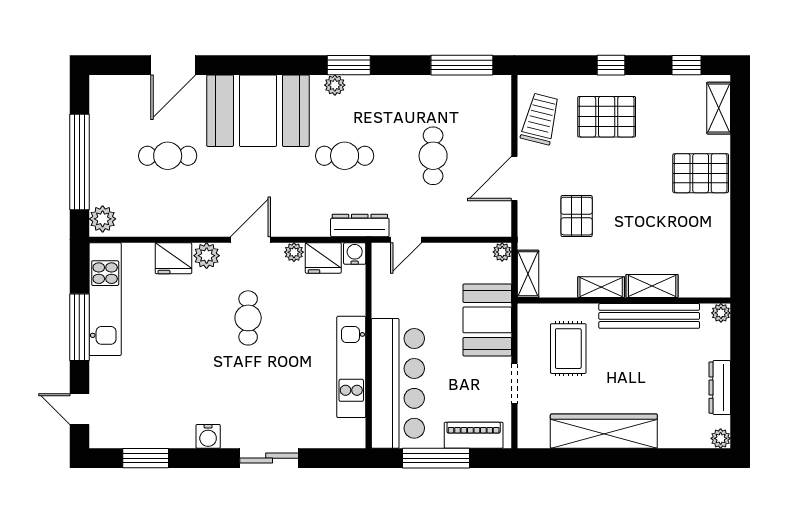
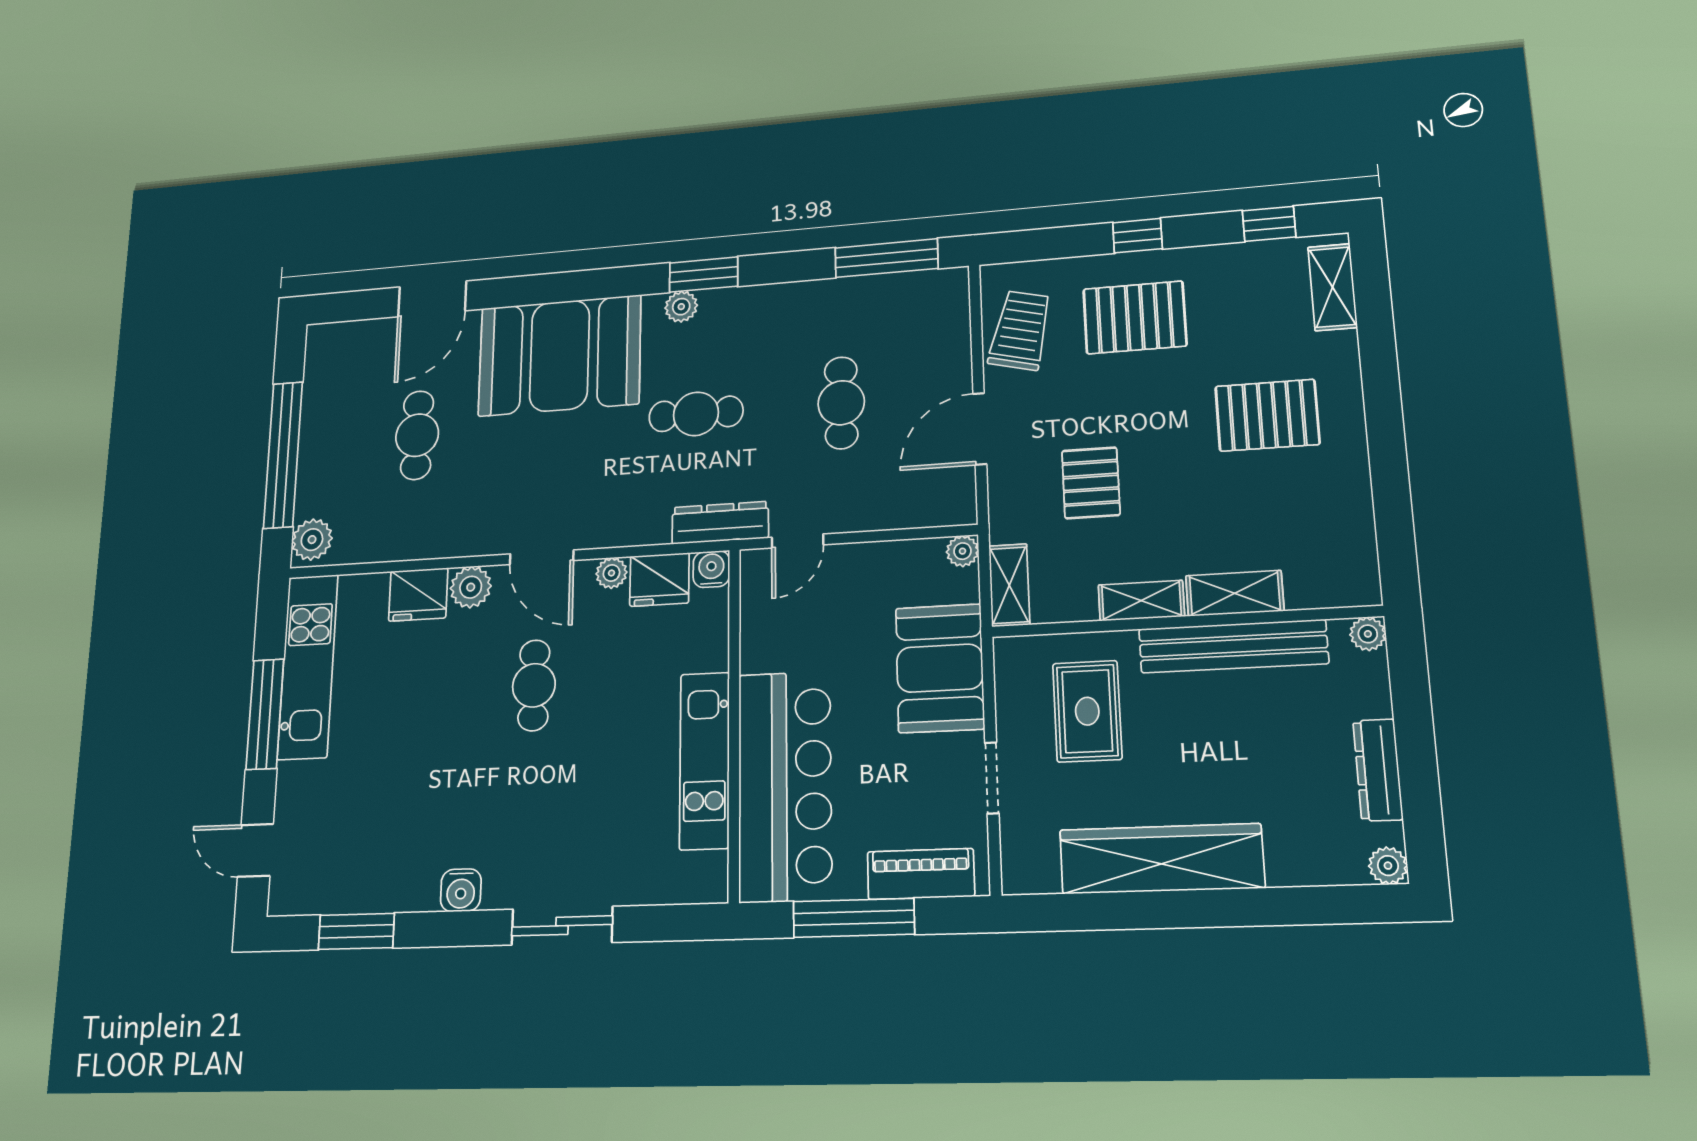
cafe table: (168, 156) -> (417, 435), turned 90
pallet: (701, 173) -> (1267, 415), moved
door: (250, 240) -> (542, 557), swing flipped

